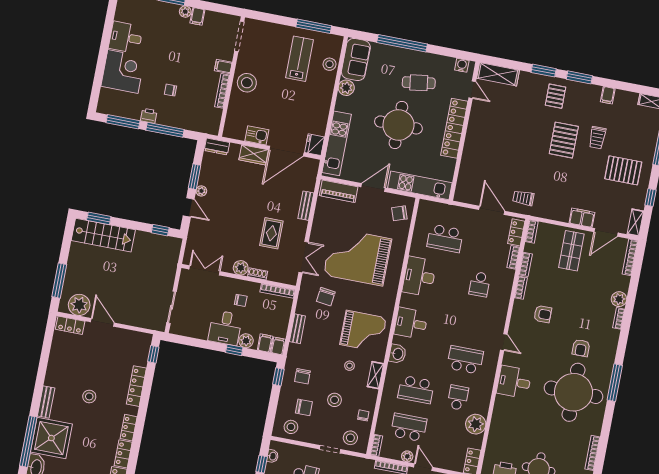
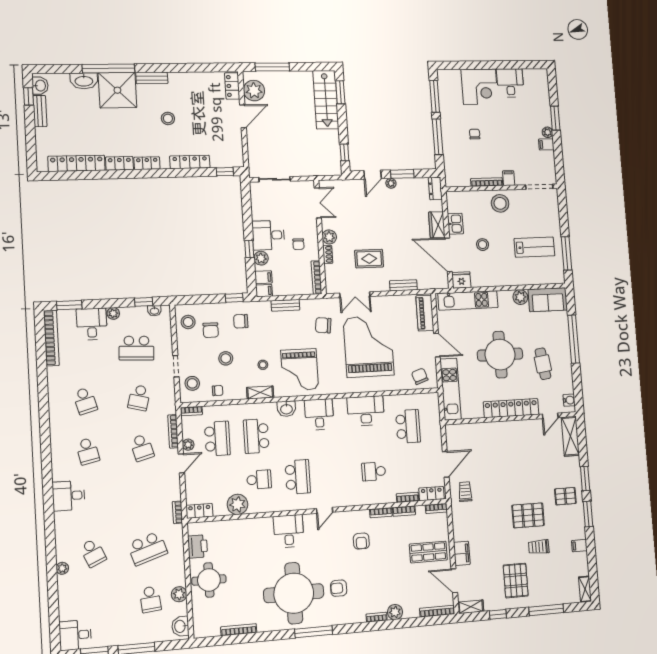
stool: (329, 64) -> (483, 245), moved
printer: (149, 116) -> (446, 119), removed
school desk: (445, 238) -> (408, 426), turned 180

